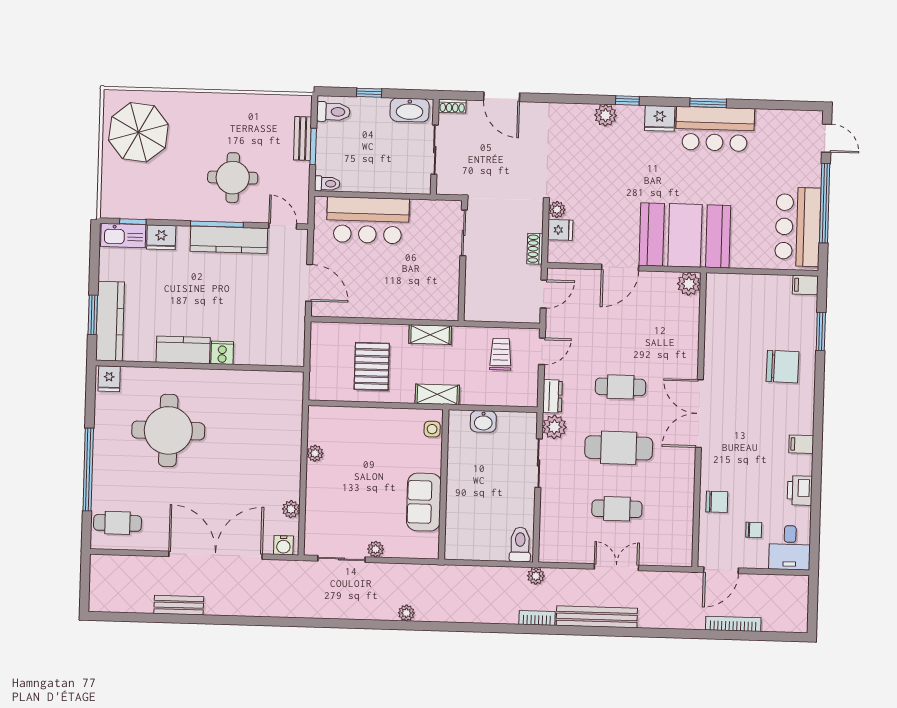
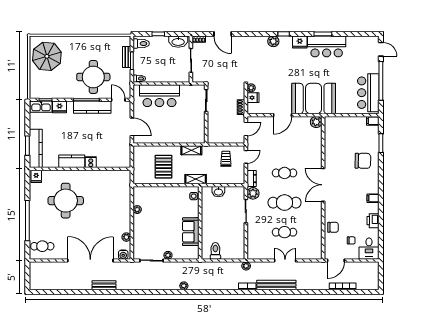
round table: (233, 178) -> (93, 77), width x1.36, depth x1.36
toilet: (520, 544) -> (215, 251), moved
bench: (179, 605) -> (104, 285), moved

